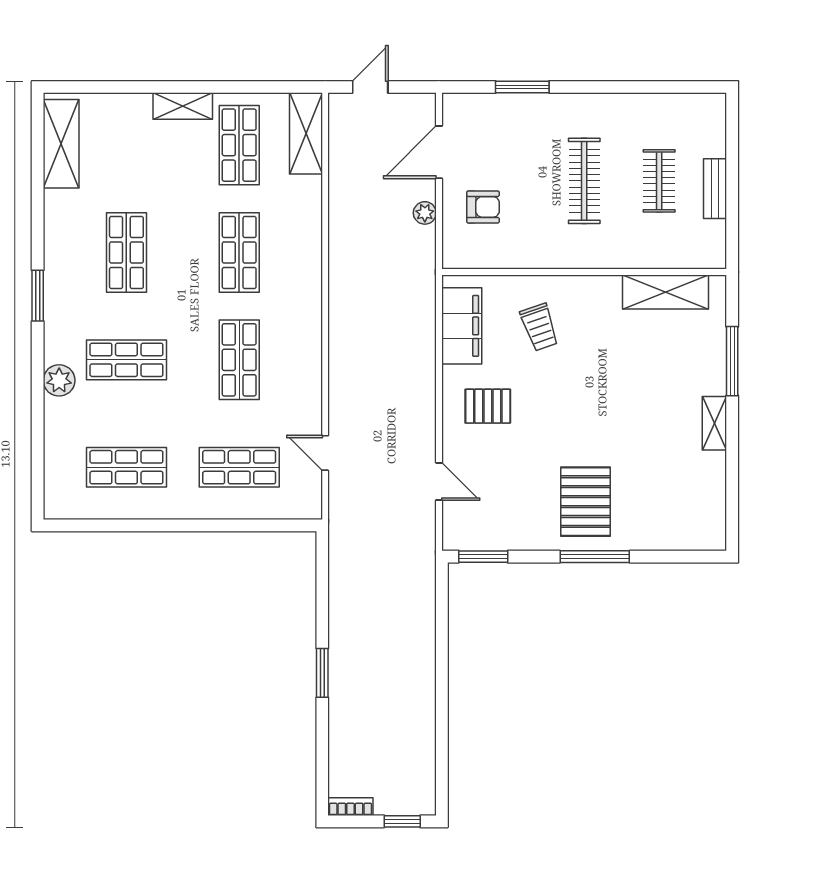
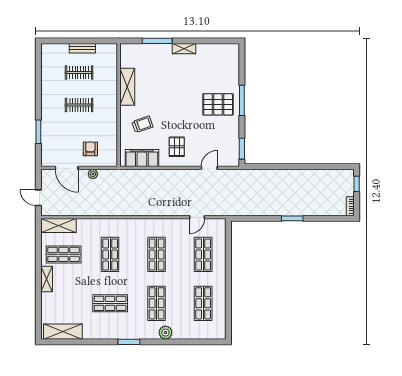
clothes rail: (584, 181) -> (79, 105), width x0.73
shop shelf: (239, 252) -> (110, 254), turned 90
shelving: (665, 292) -> (127, 87), moved
shop shelf: (239, 360) -> (157, 254), turned 90

